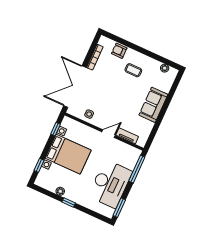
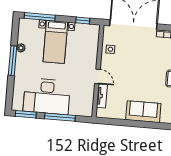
bed with nightstands: (68, 154) -> (55, 42), width x0.73
window: (39, 165) -> (40, 17), width x2.17
window: (137, 169) -> (60, 117), moved
window: (69, 203) -> (13, 61), width x2.17

